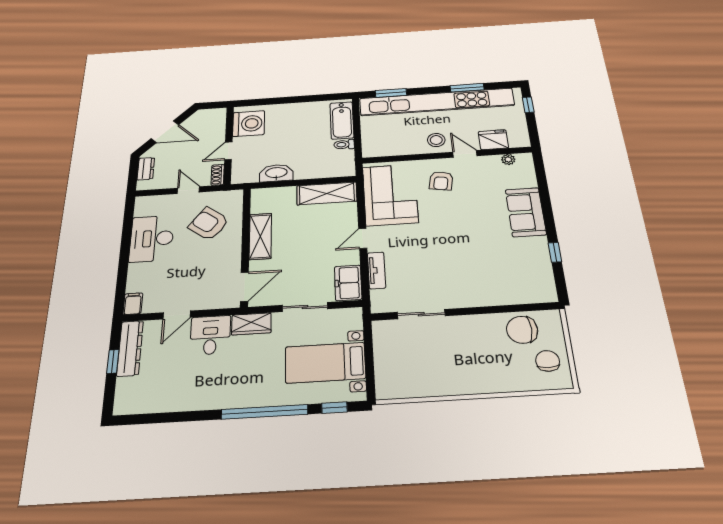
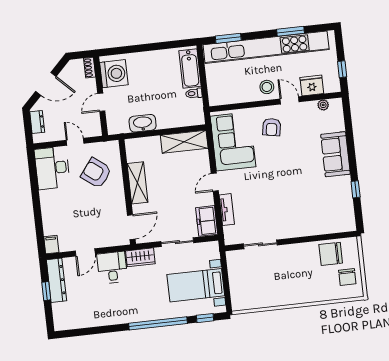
window: (528, 105) -> (342, 69), moved
shoe rack: (218, 175) -> (90, 68), moved
desk: (152, 239) -> (52, 168), moved
chair: (548, 361) -> (347, 277), turned 180

